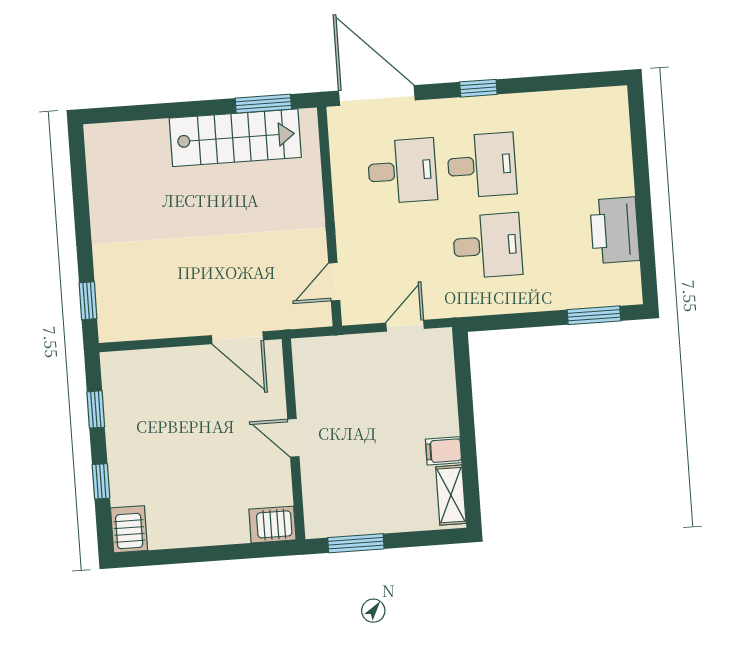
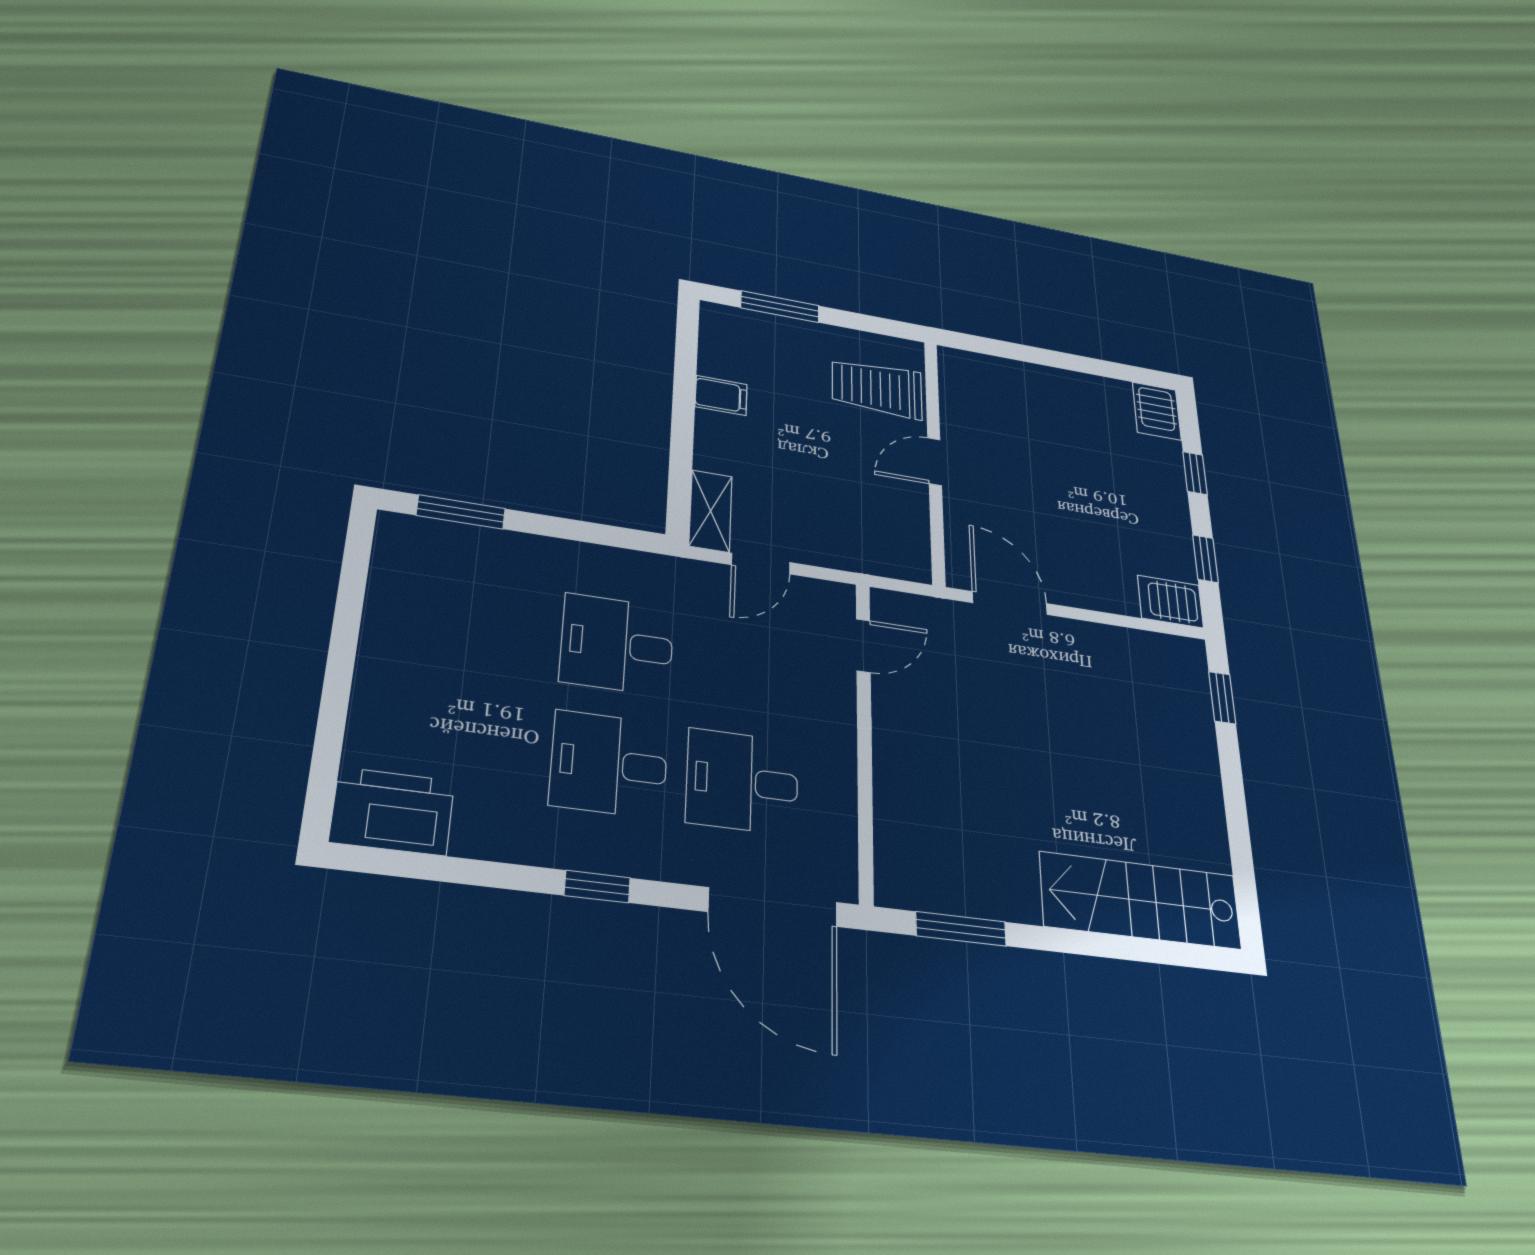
stairs: (235, 138) -> (1140, 901), moved
printer: (615, 230) -> (392, 811), moved, turned -90
door: (293, 438) -> (935, 462), swing flipped
trolley: (337, 488) -> (877, 388), added
shelving: (451, 495) -> (711, 511), moved
server rack: (272, 525) -> (1170, 602), moved, turned 180
window: (356, 543) -> (780, 307), moved

